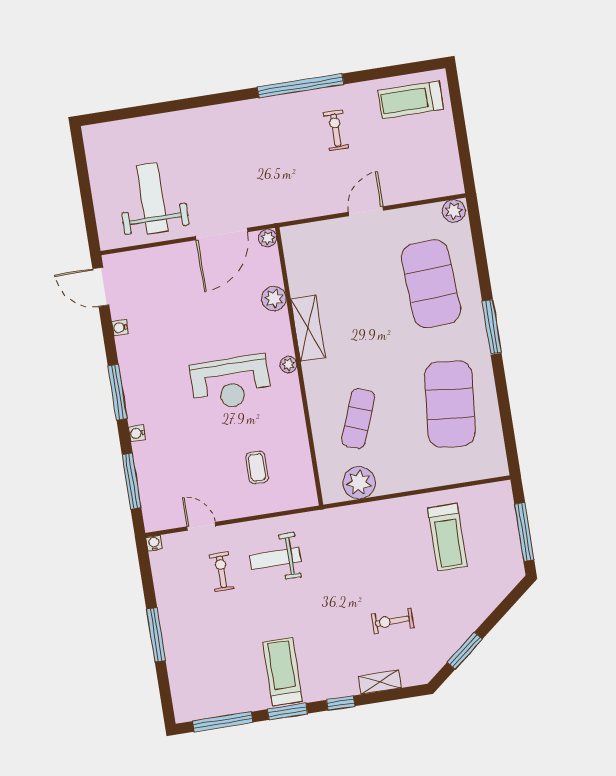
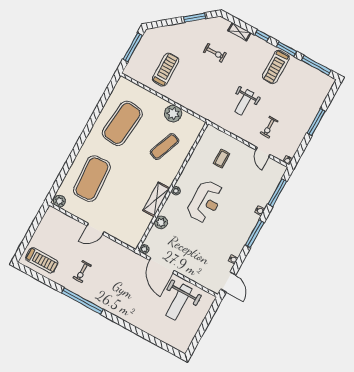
door: (222, 234) -> (162, 265), swing flipped
window: (492, 327) -> (81, 142), removed
reception desk: (230, 383) -> (205, 202), turned 90
plant: (359, 483) -> (173, 114), moved
weight bench: (275, 558) -> (244, 102), moved, turned 90

